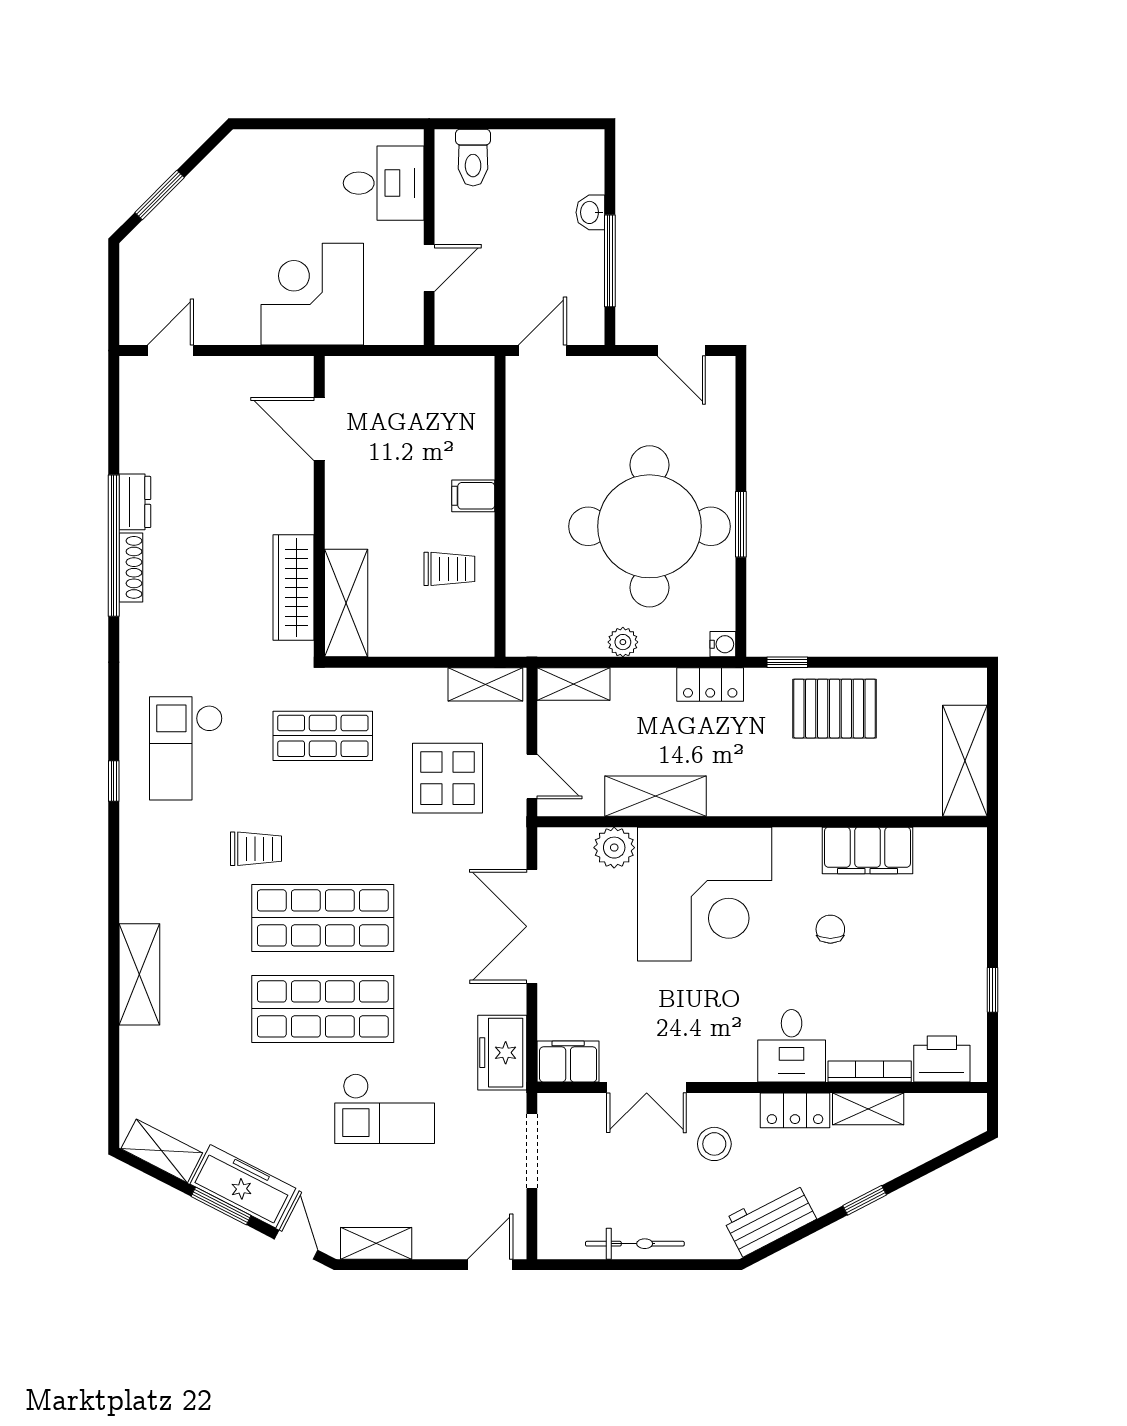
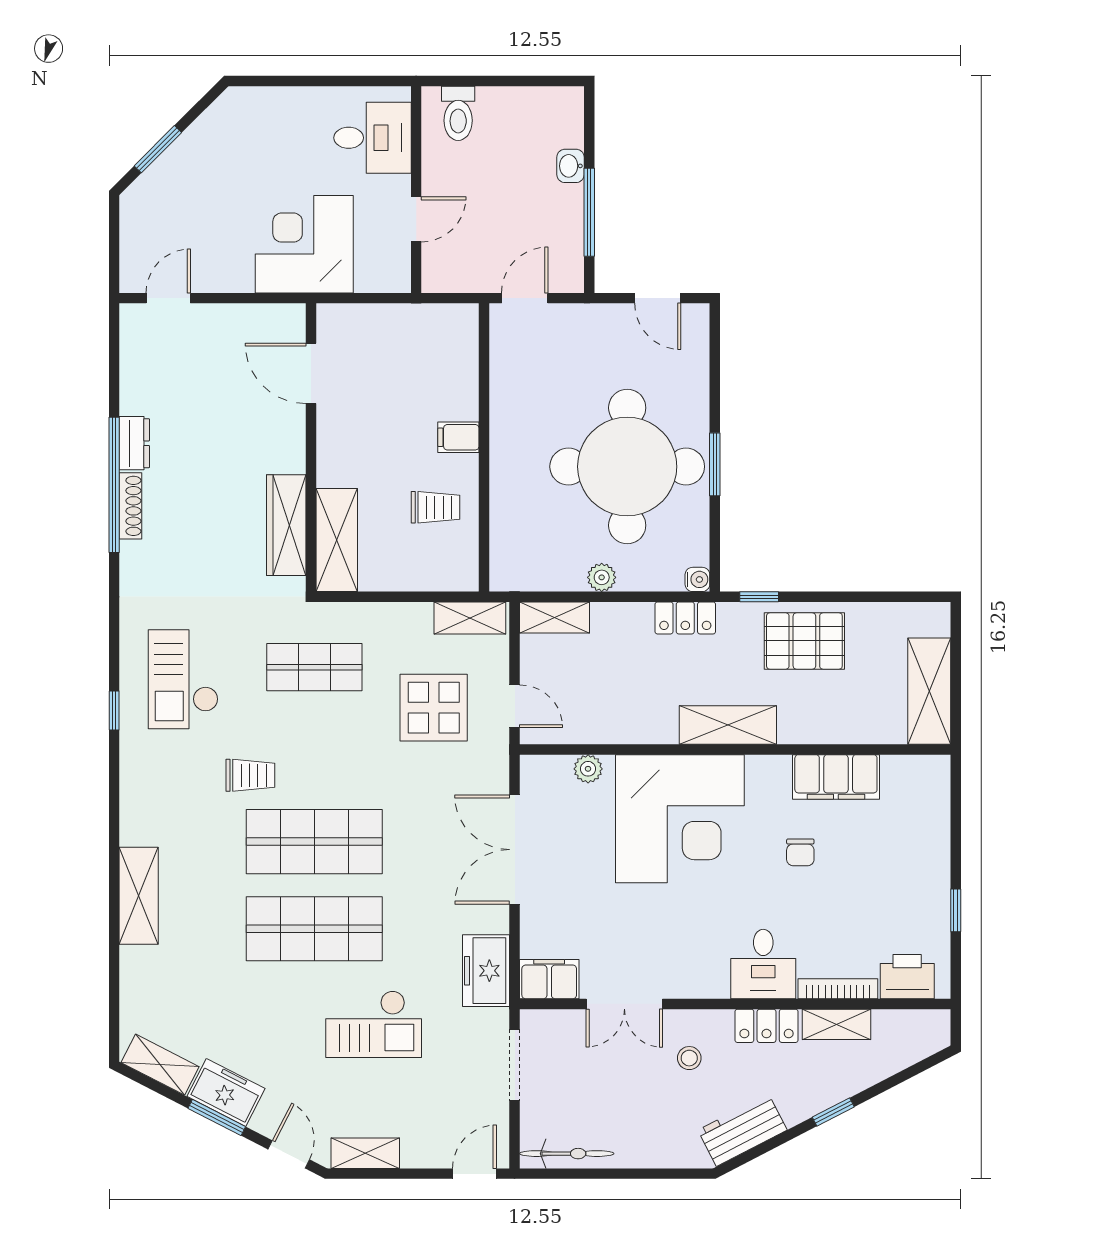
shelving: (656, 796) -> (728, 725), moved
plant: (614, 848) -> (588, 769), width x0.73, depth x0.73
chair: (830, 929) -> (800, 852), turned 180
stool: (714, 1144) -> (689, 1058), width x0.73, depth x0.73
freezer: (243, 1186) -> (226, 1092), width x0.71
bicycle: (635, 1244) -> (567, 1154), moved

